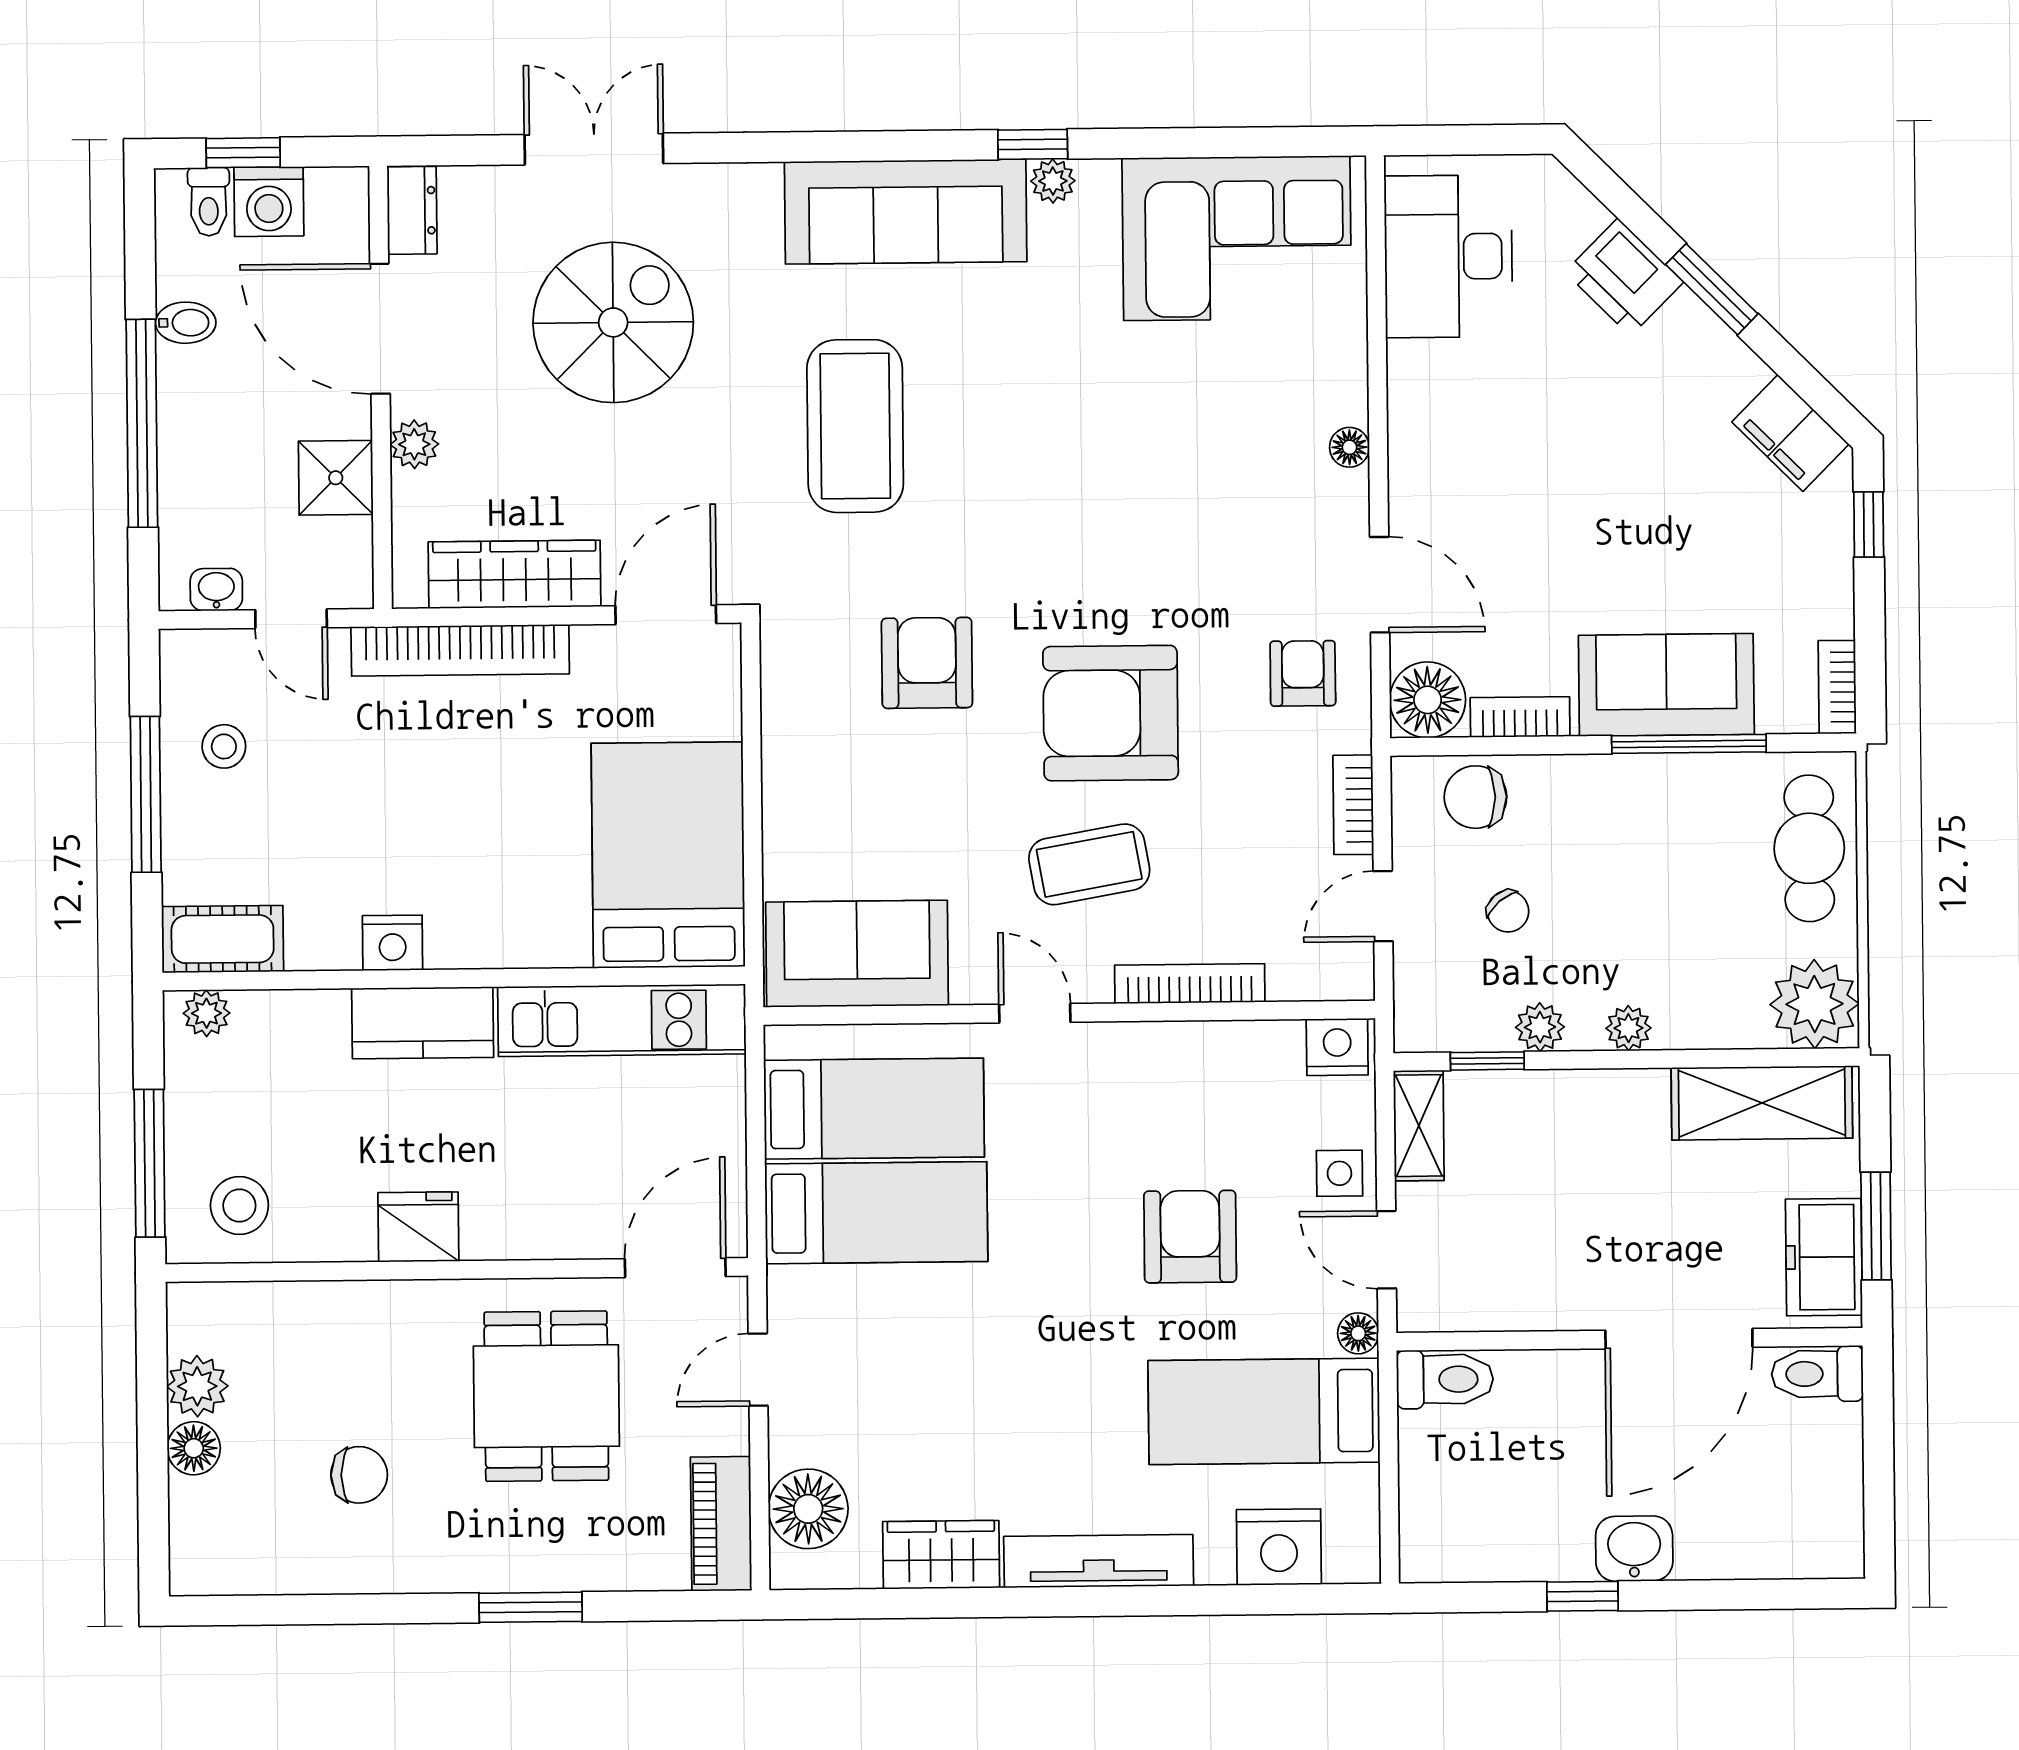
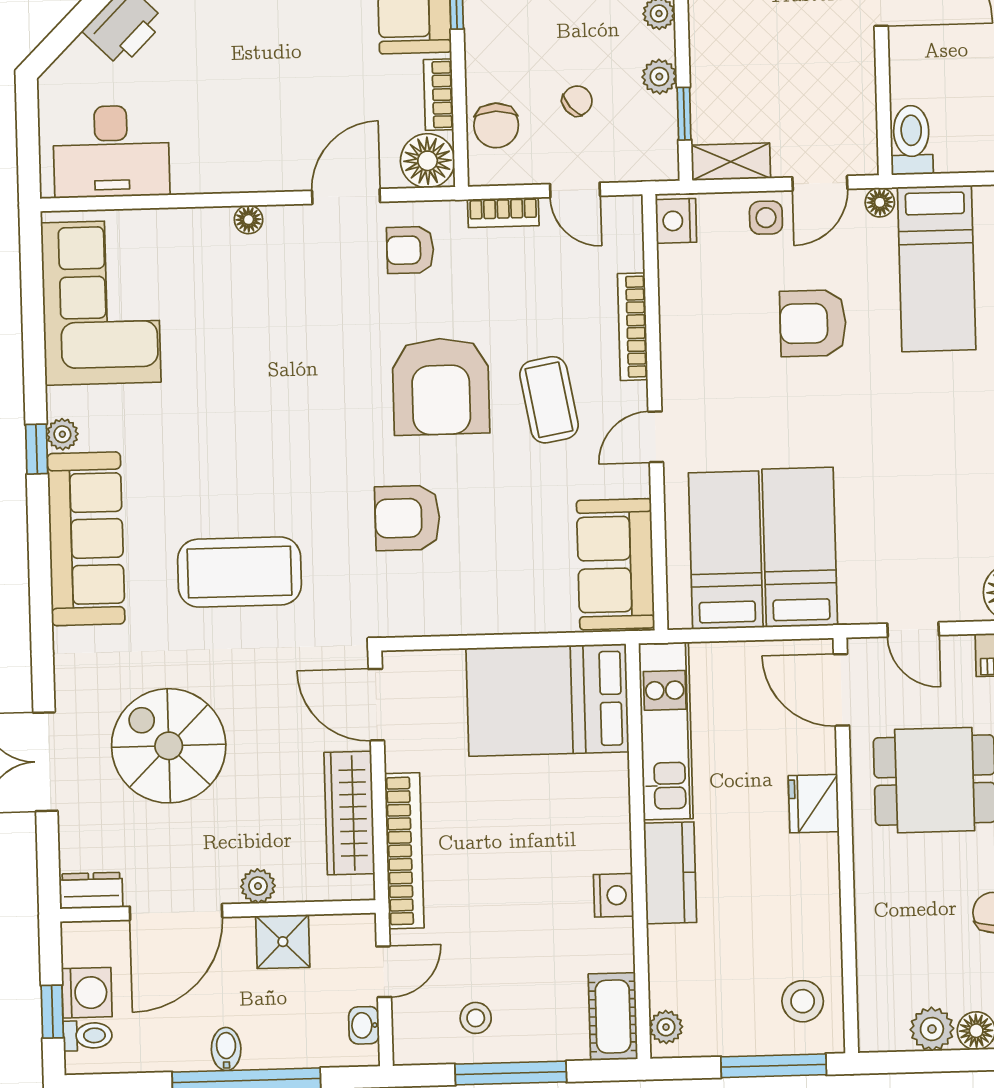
bidet: (186, 323) -> (226, 1049), moved
fridge: (418, 1227) -> (814, 804), moved

